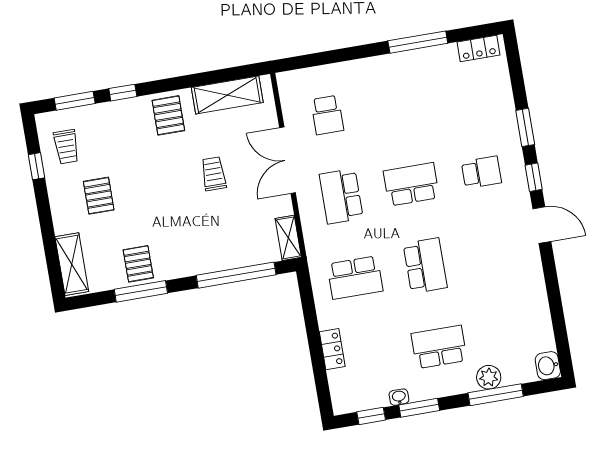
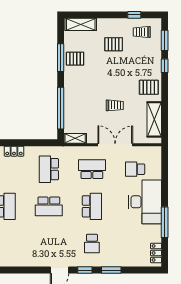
desk: (386, 86) -> (145, 202), added

